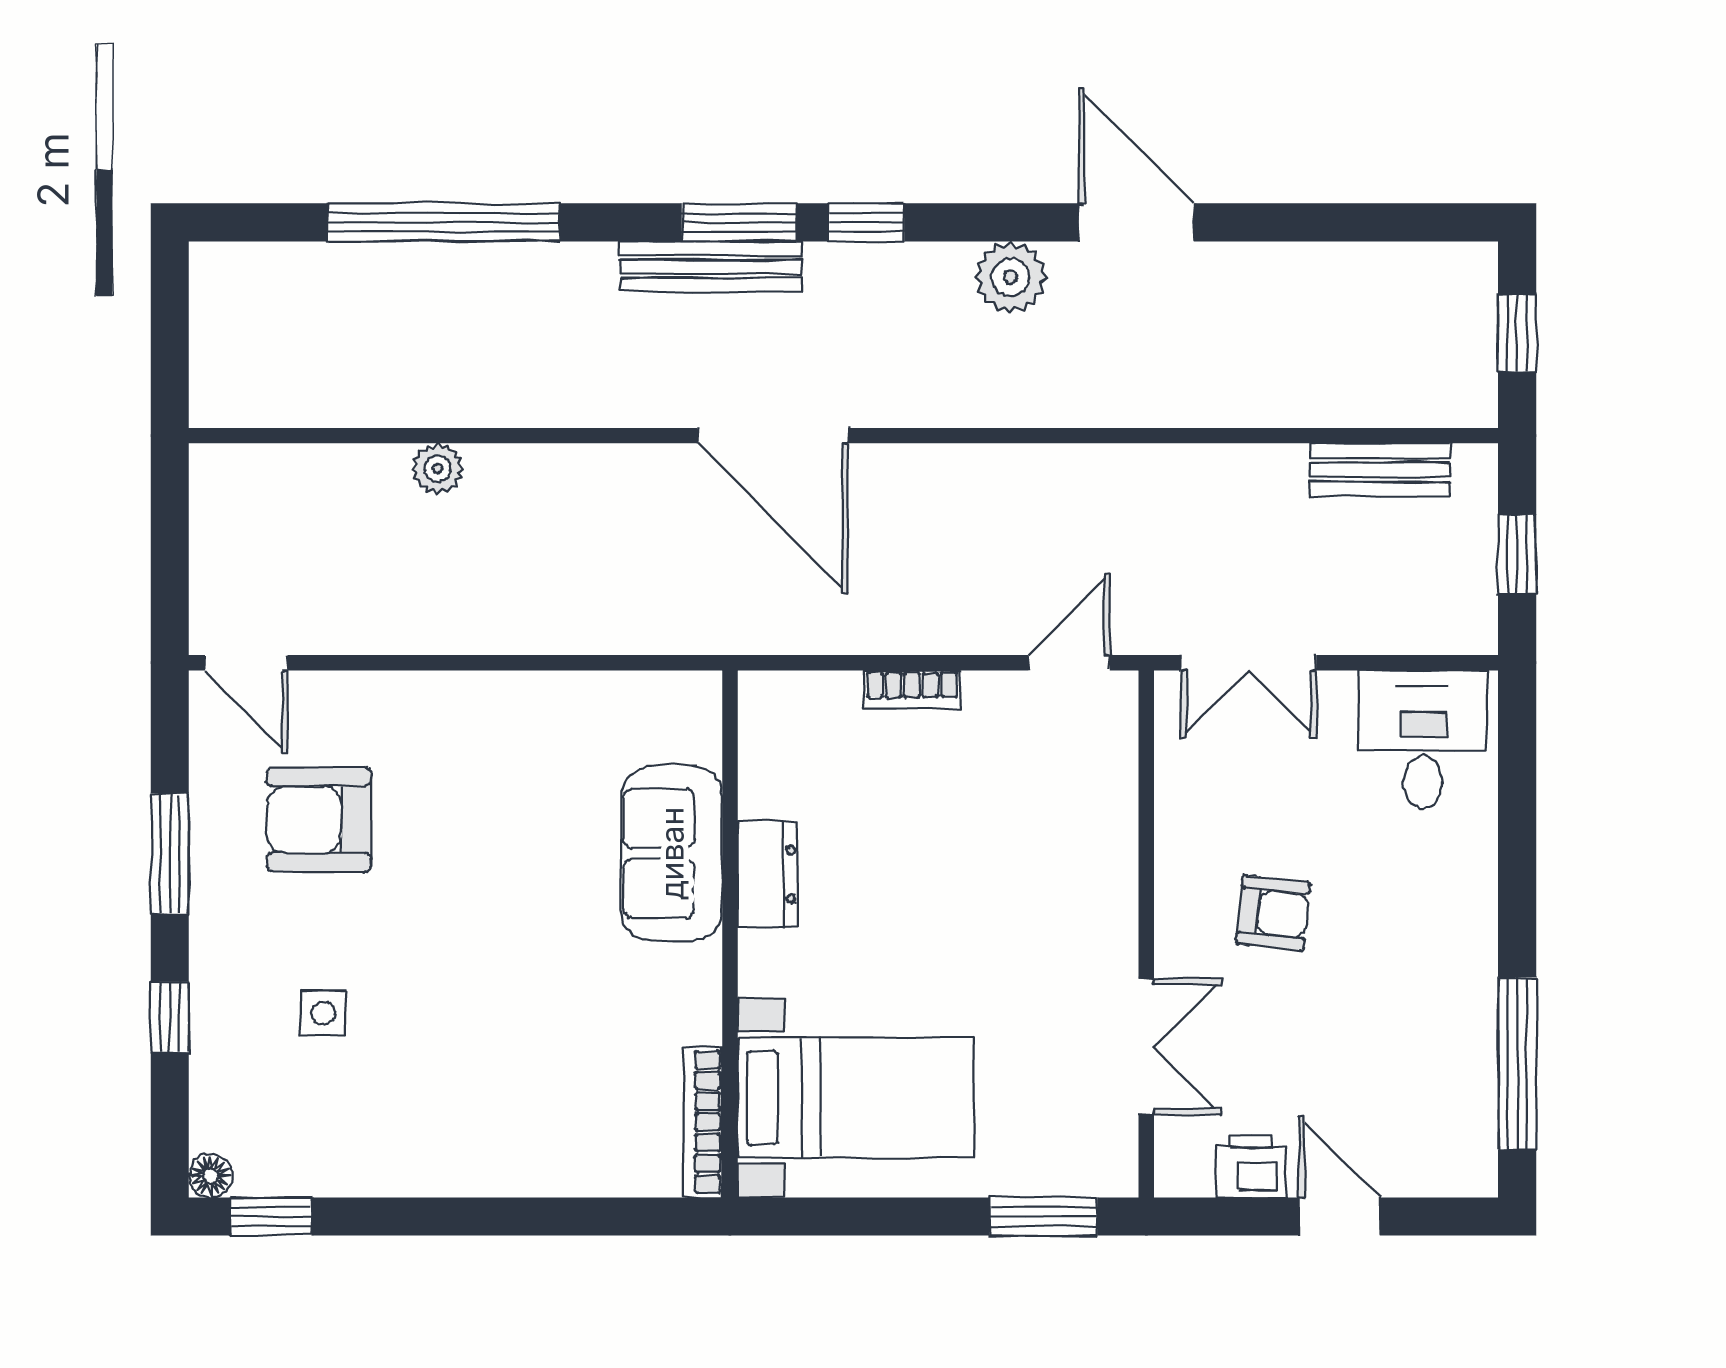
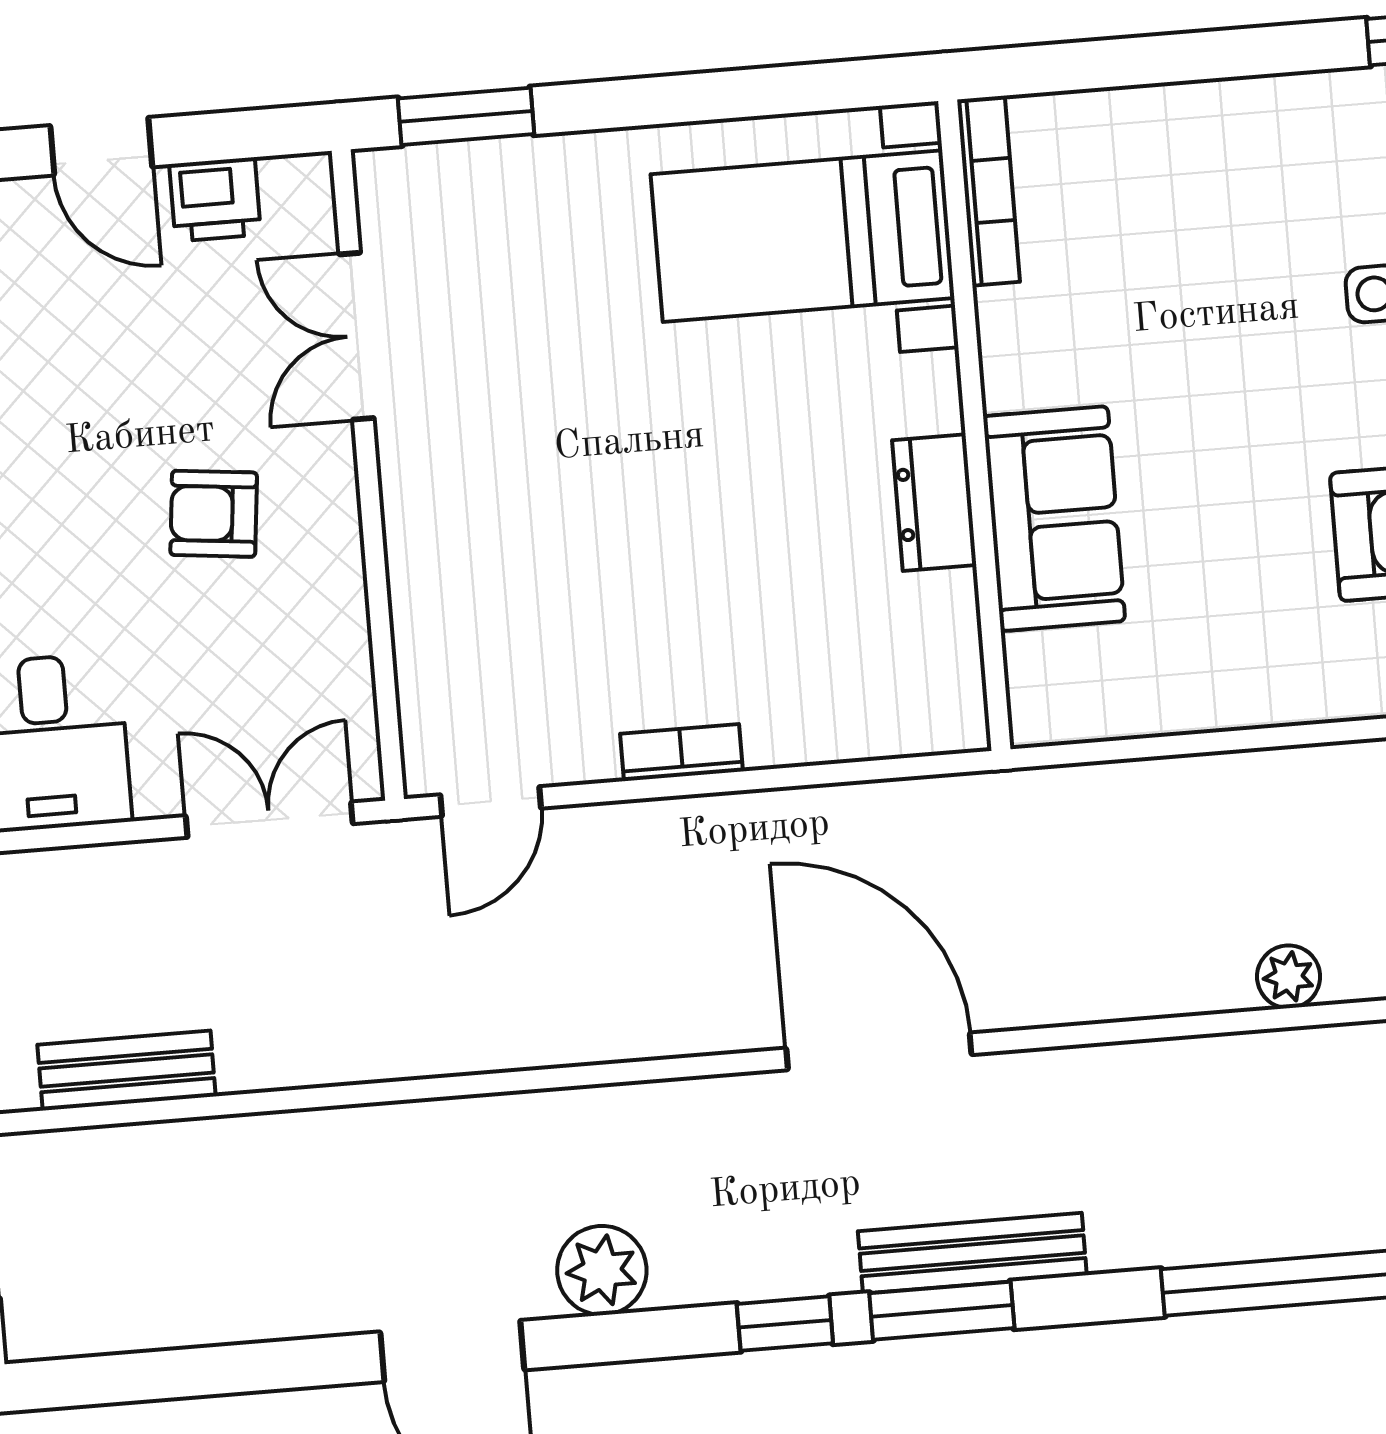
sofa: (672, 853) -> (1054, 519), moved
dresser: (767, 874) -> (934, 503), moved
wall: (730, 934) -> (974, 425), moved
bed with nightstands: (856, 1098) -> (803, 236), moved
bookcase: (703, 1122) -> (988, 191), moved

